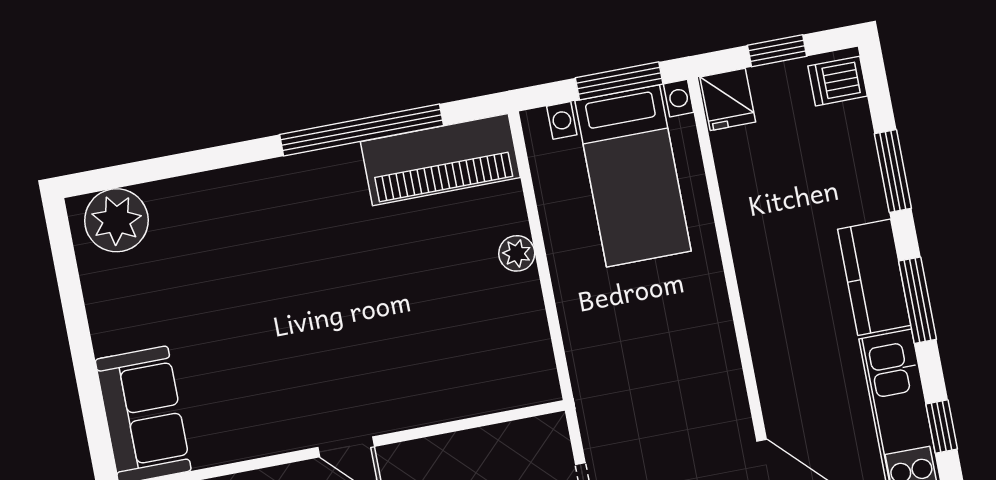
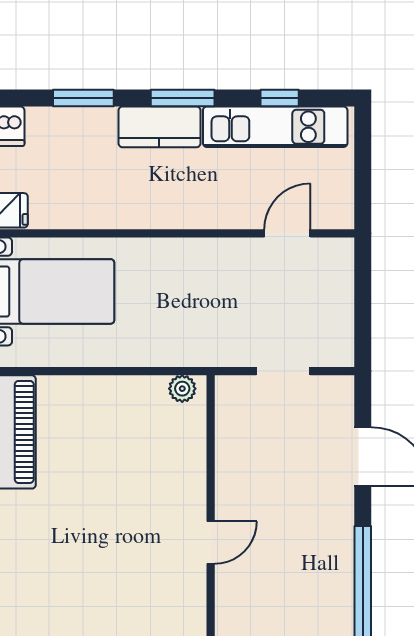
plant: (517, 253) -> (182, 389), moved

